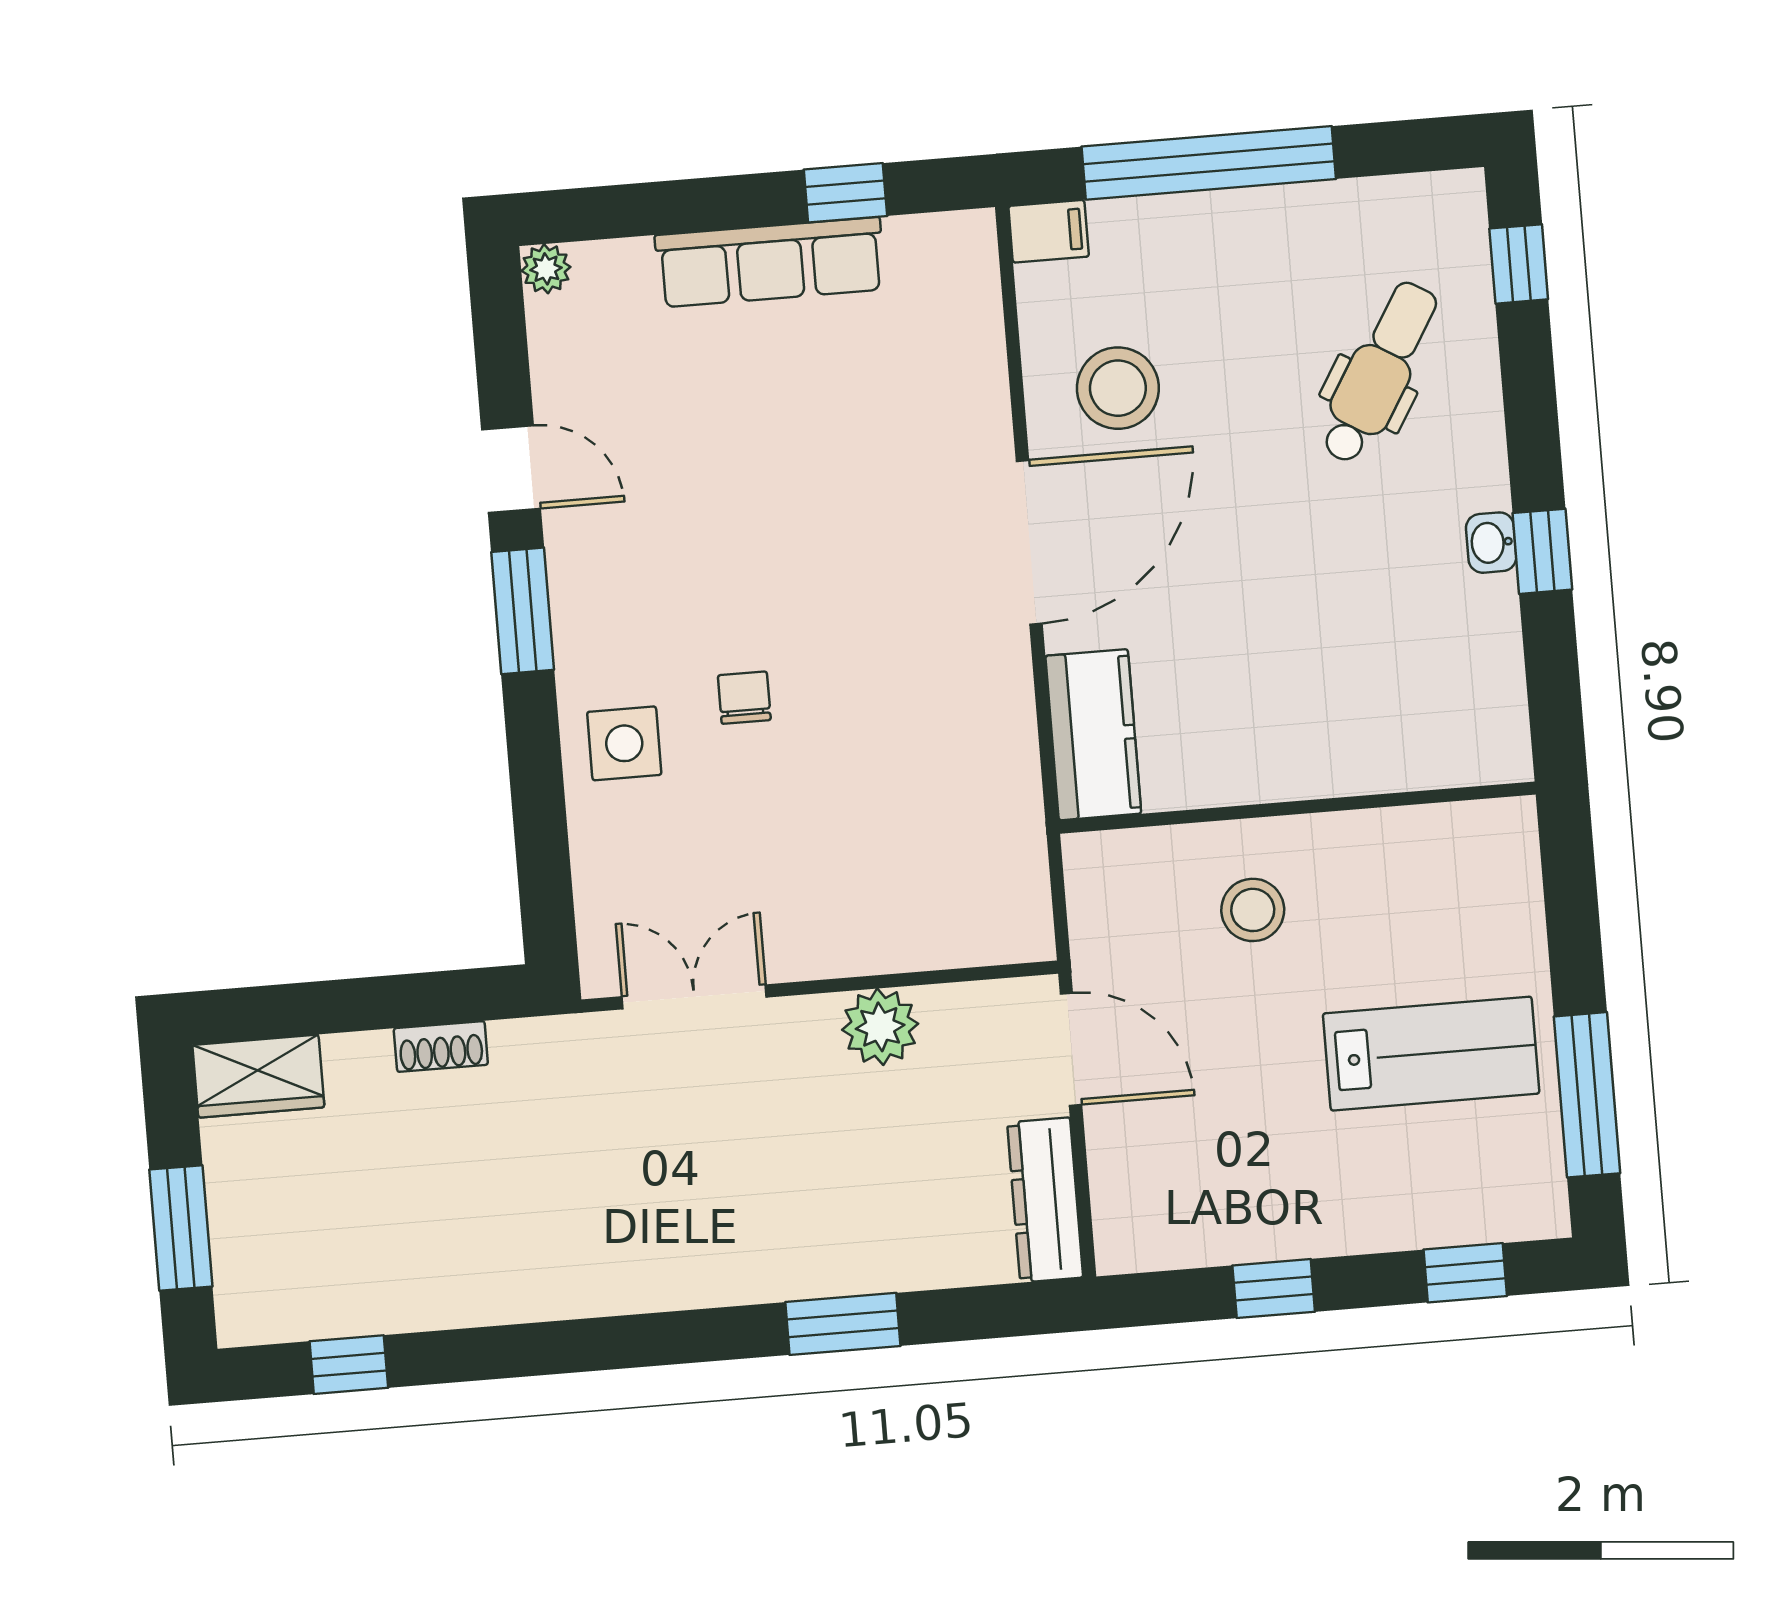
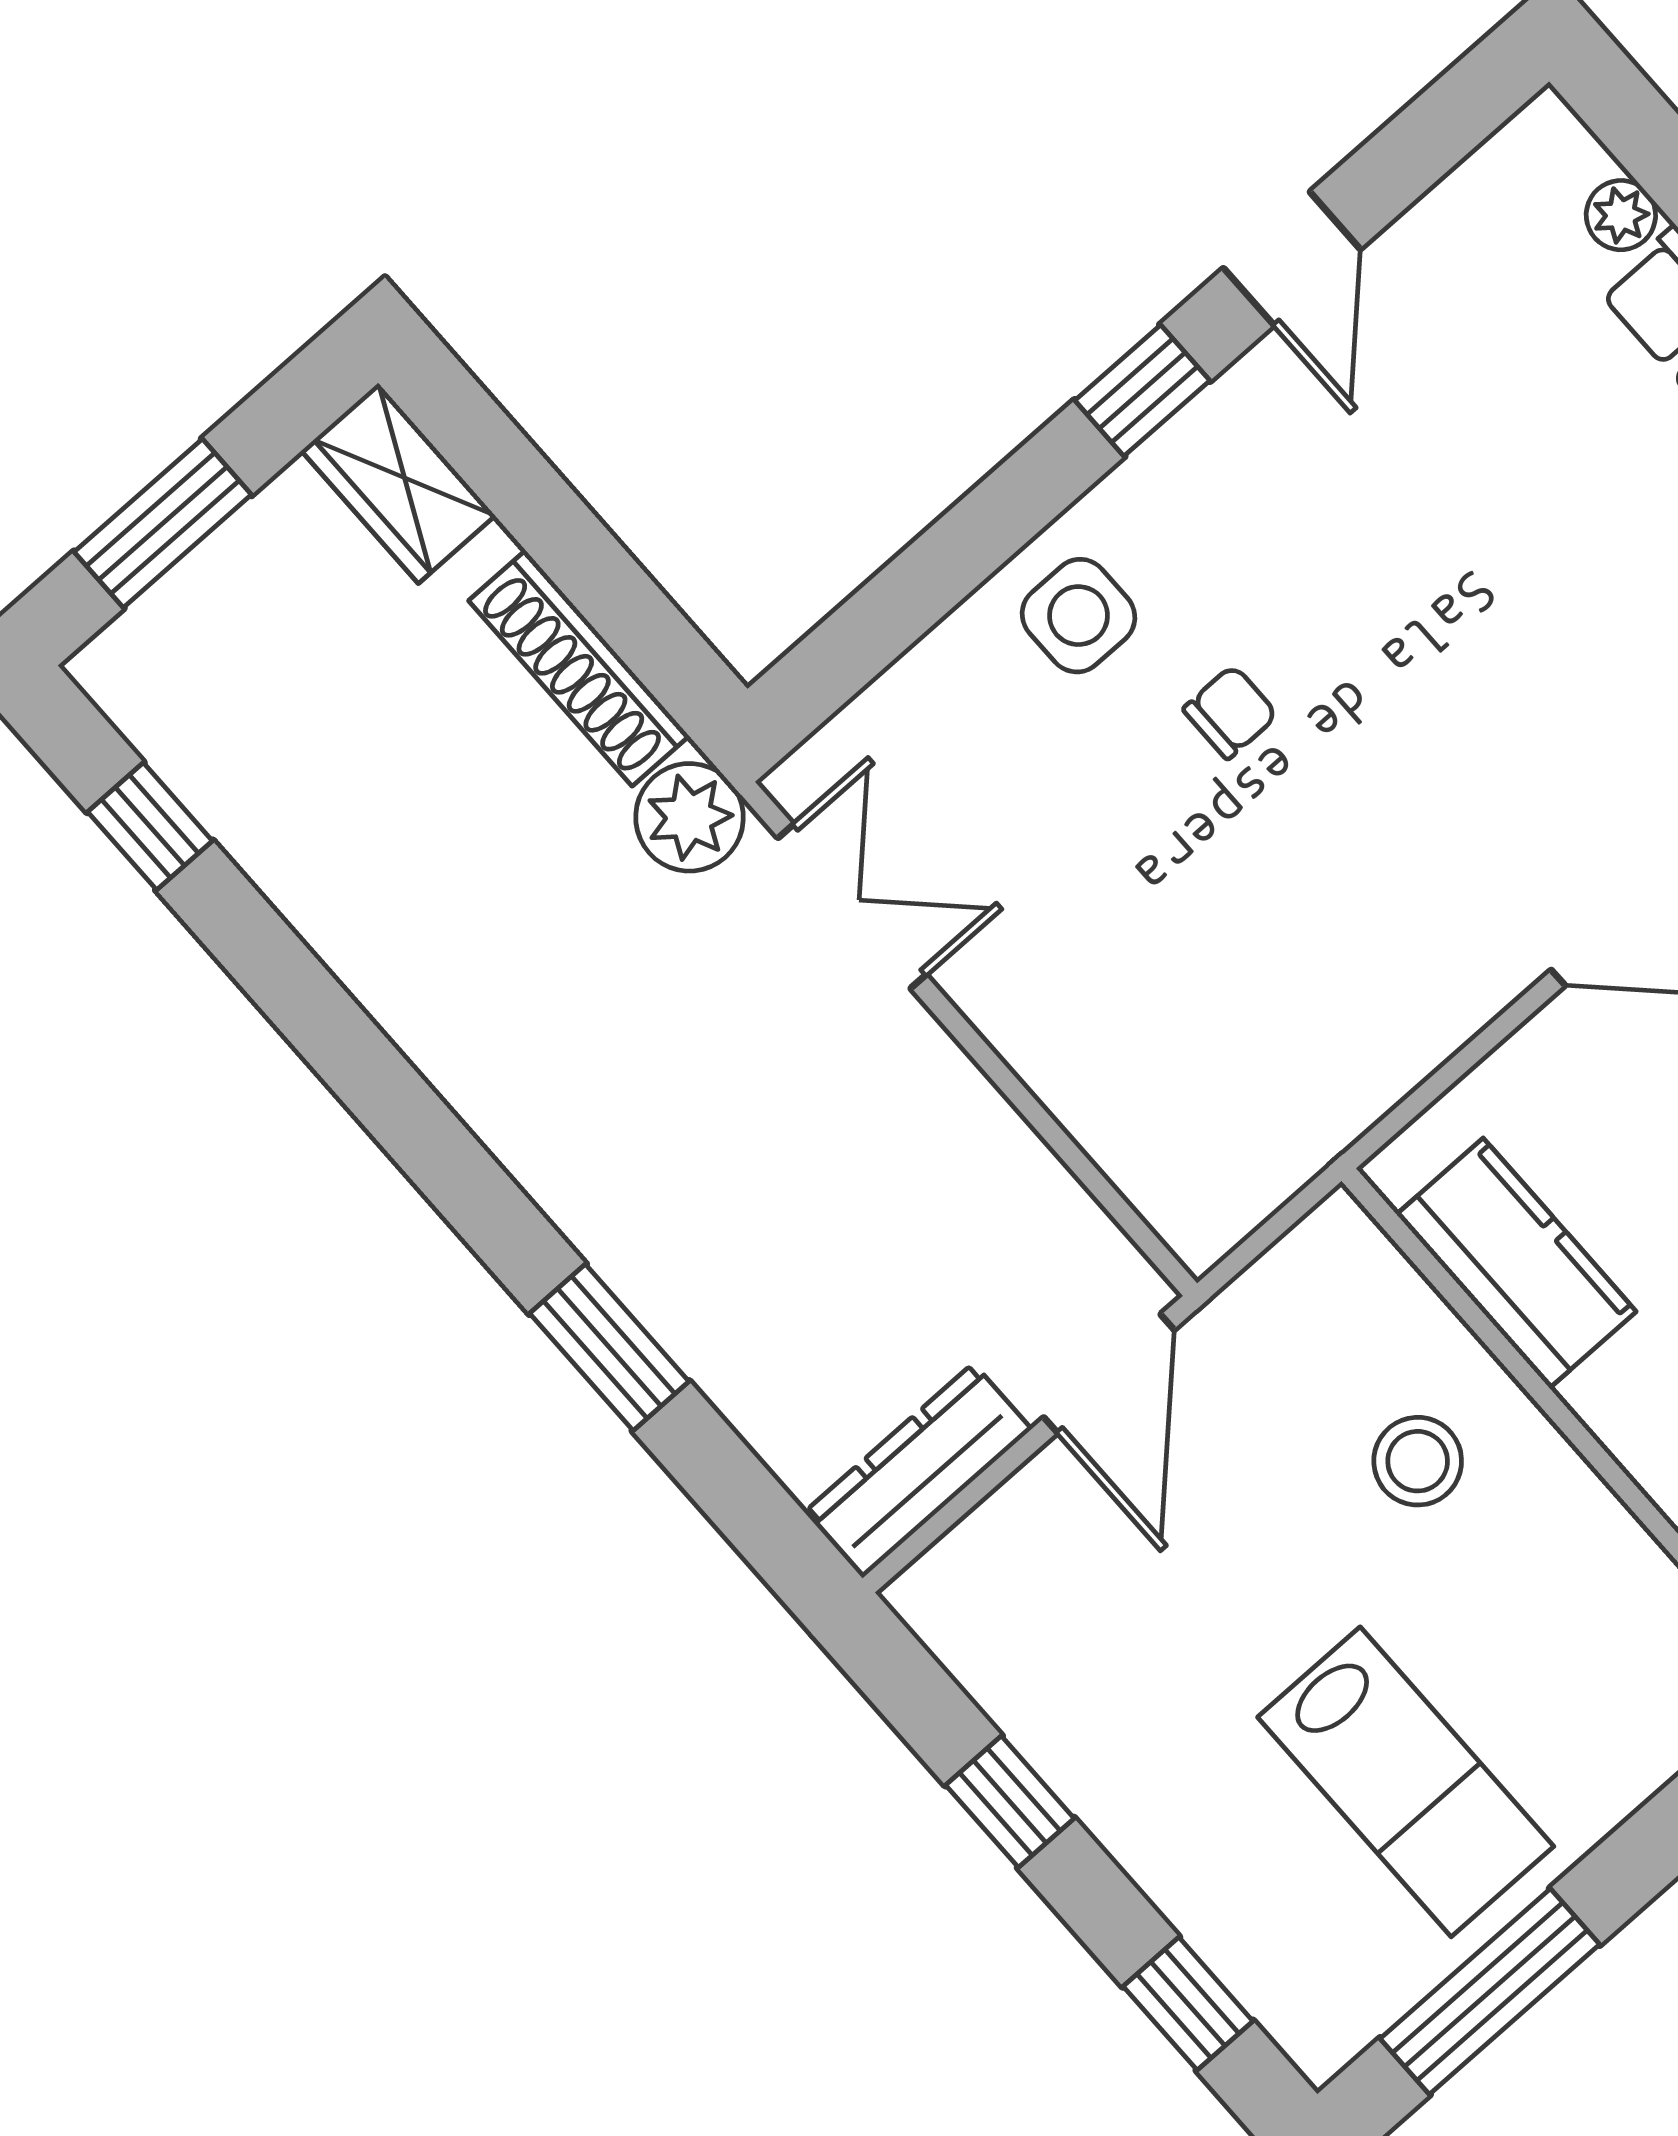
plant: (546, 269) -> (1621, 215), moved
window: (523, 611) -> (1142, 391), width x0.67
kitchen counter: (1093, 735) -> (1516, 1263), moved, turned -90
plant: (880, 1027) -> (690, 817), moved
shoe rack: (441, 1047) -> (579, 668), width x1.94, depth x1.24

